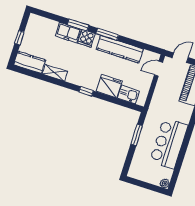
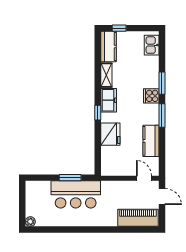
freezer: (68, 33) -> (109, 100), moved, turned 180
window: (19, 38) -> (119, 28), moved
kitchen counter: (120, 49) -> (151, 141), width x0.67
kitchen sink: (129, 95) -> (152, 45), moved, turned 180
bar counter: (169, 143) -> (76, 194), moved, turned 180

